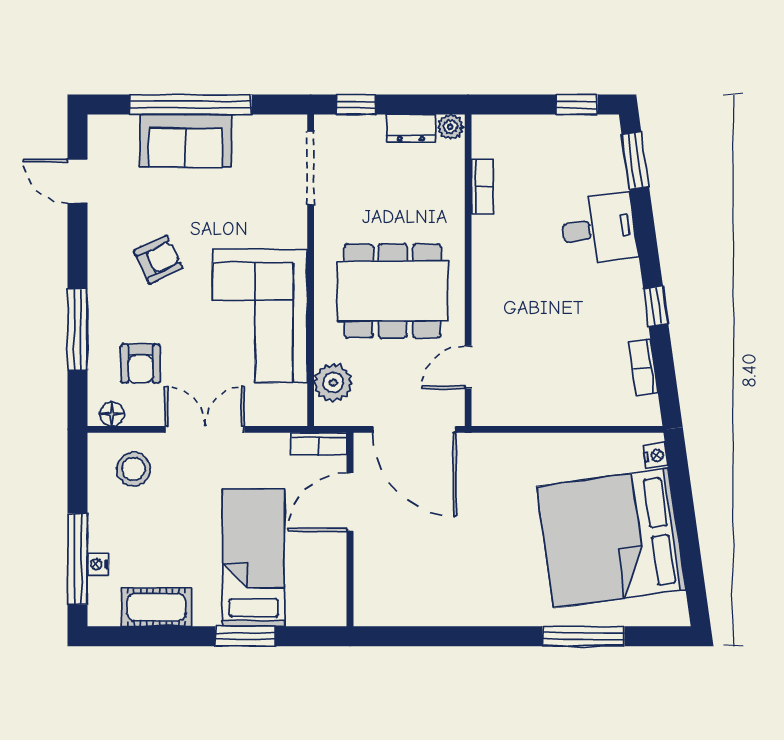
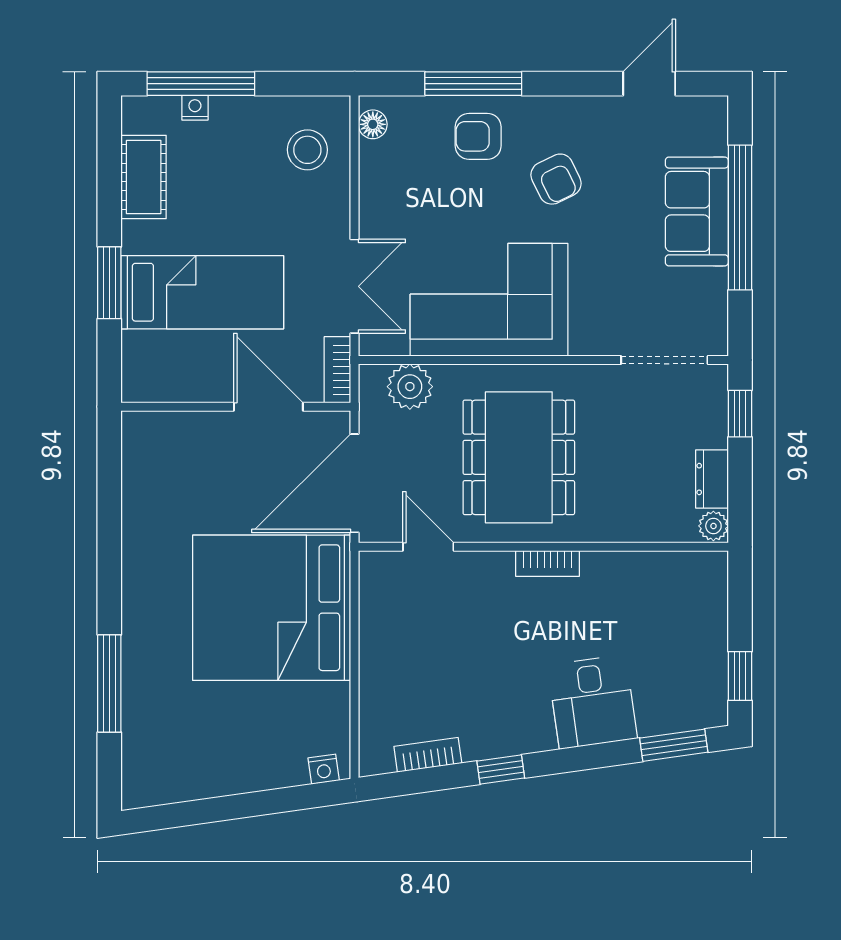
bookcase: (482, 186) -> (548, 564), moved
armchair: (141, 364) -> (478, 136), moved
double door: (205, 429) -> (355, 286), moved
bed: (611, 538) -> (272, 608), moved, turned -82

